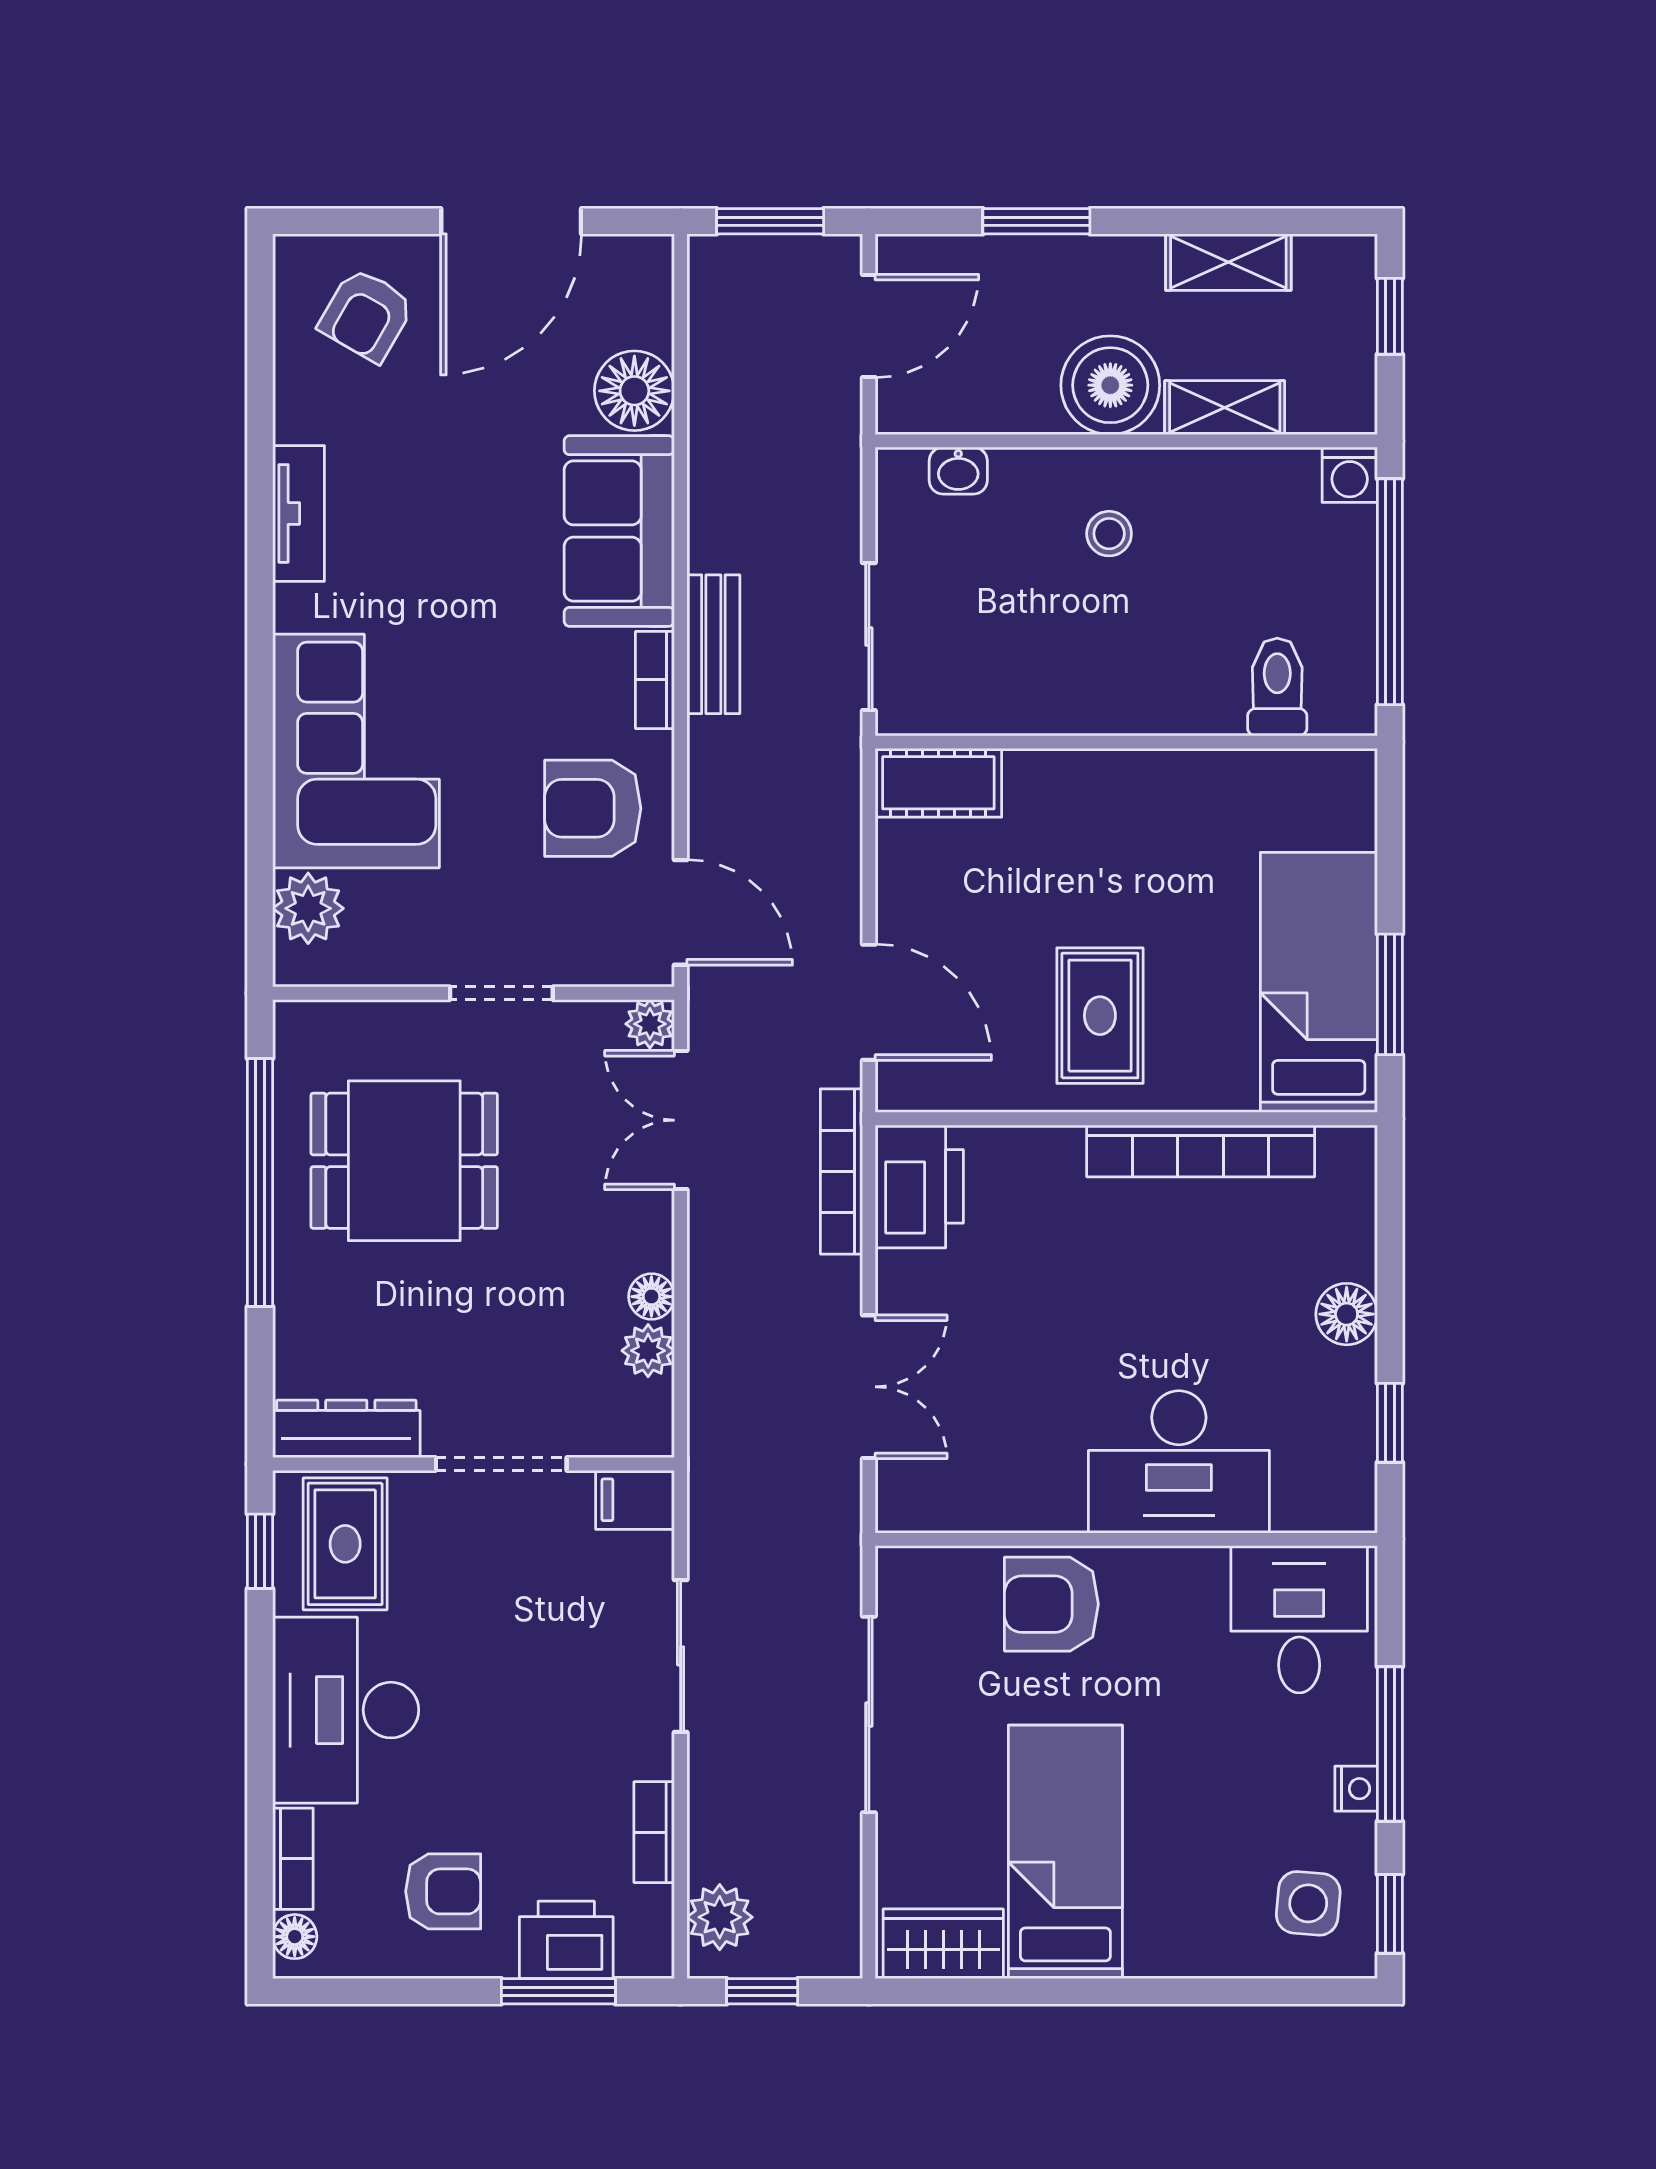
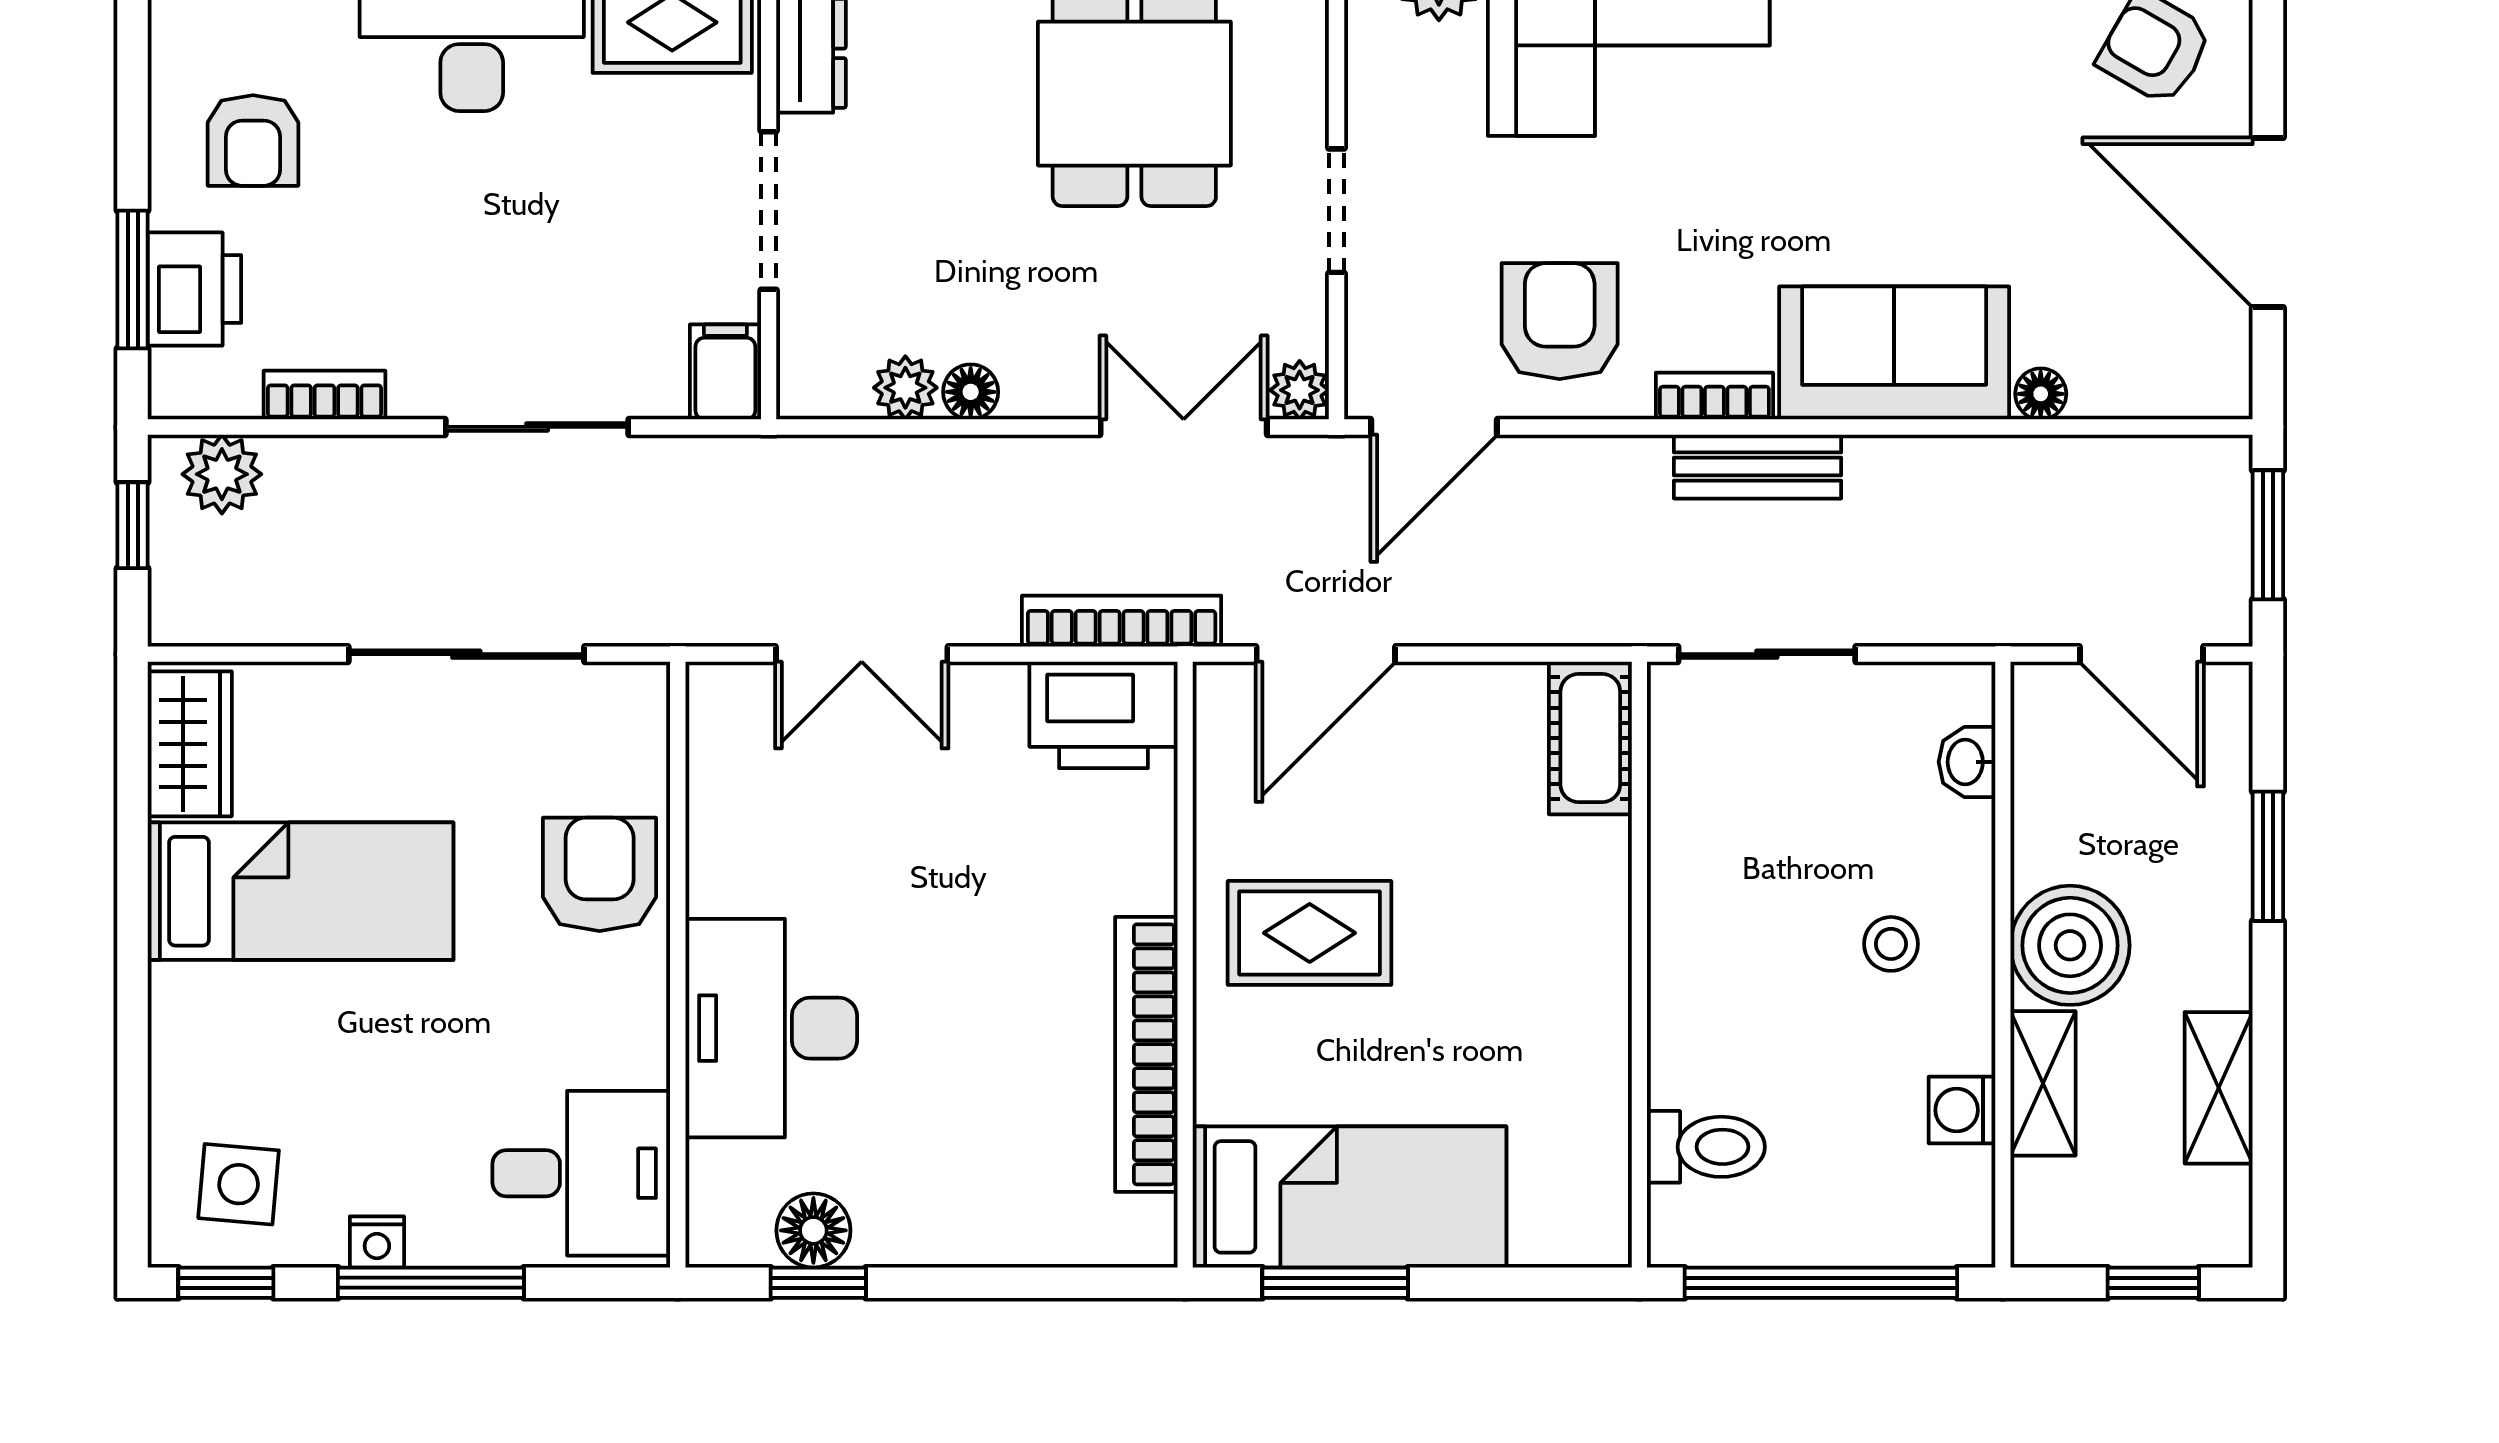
floor lamp: (634, 391) -> (2041, 394), width x0.53, depth x0.53
washing machine: (1350, 475) -> (1962, 1110), moved
floor lamp: (1347, 1314) -> (813, 1230), moved

